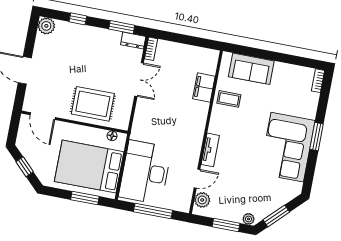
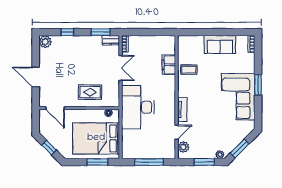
sofa: (251, 69) -> (220, 44), moved
rug: (93, 104) -> (90, 92), width x0.73, depth x0.70
desk: (145, 172) -> (138, 107), moved

